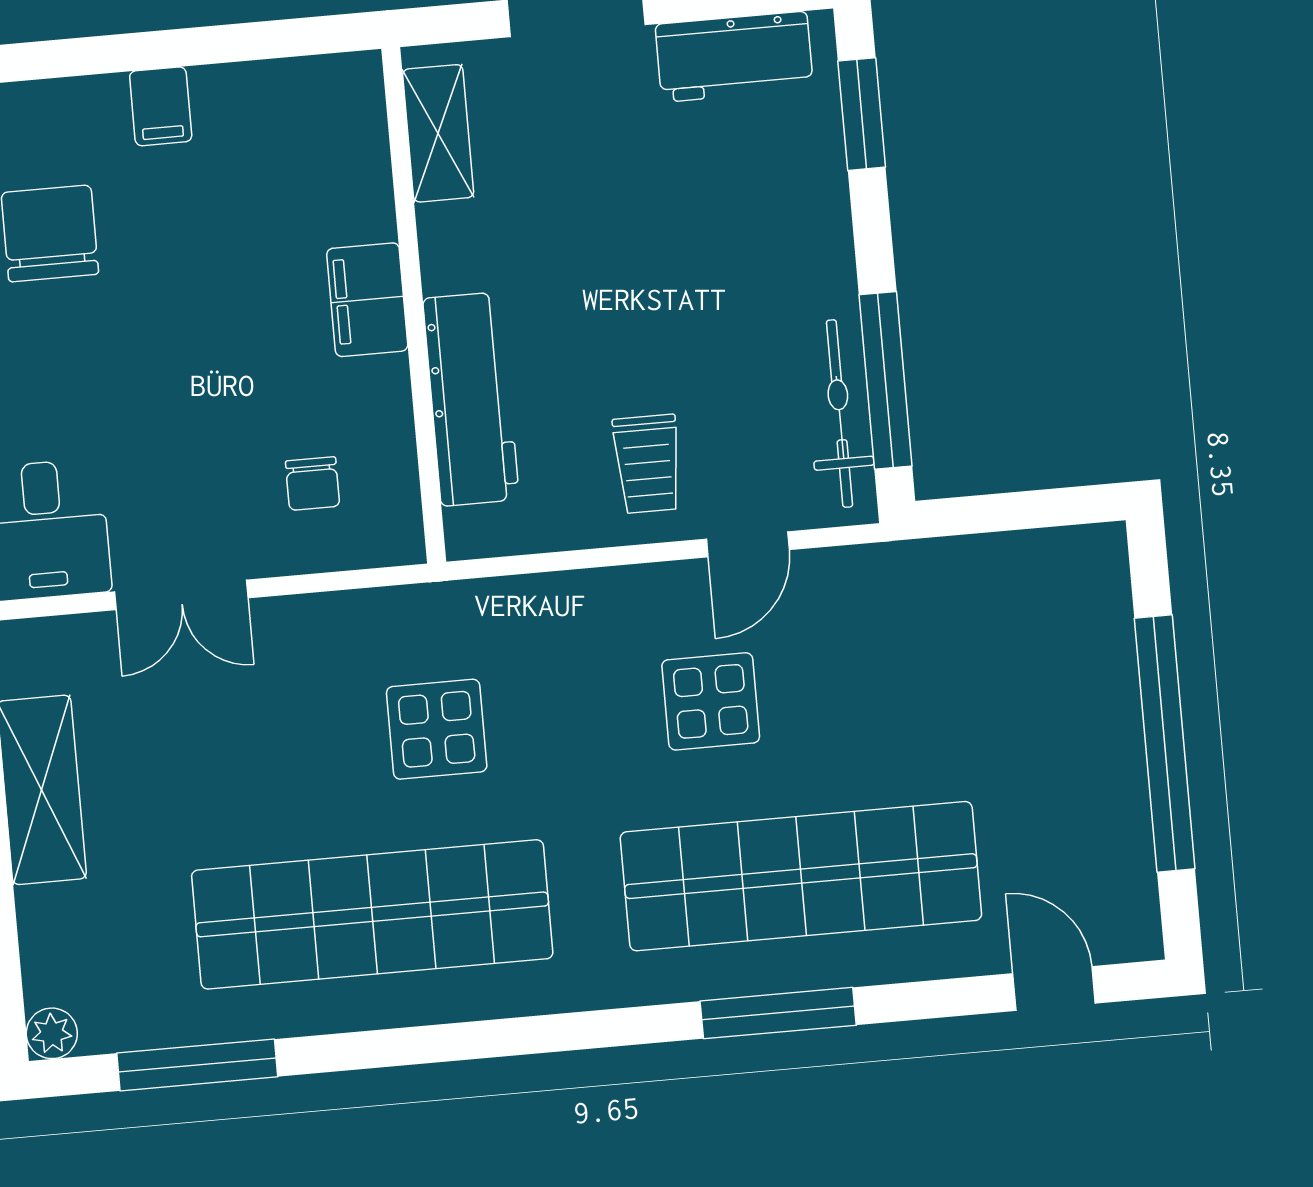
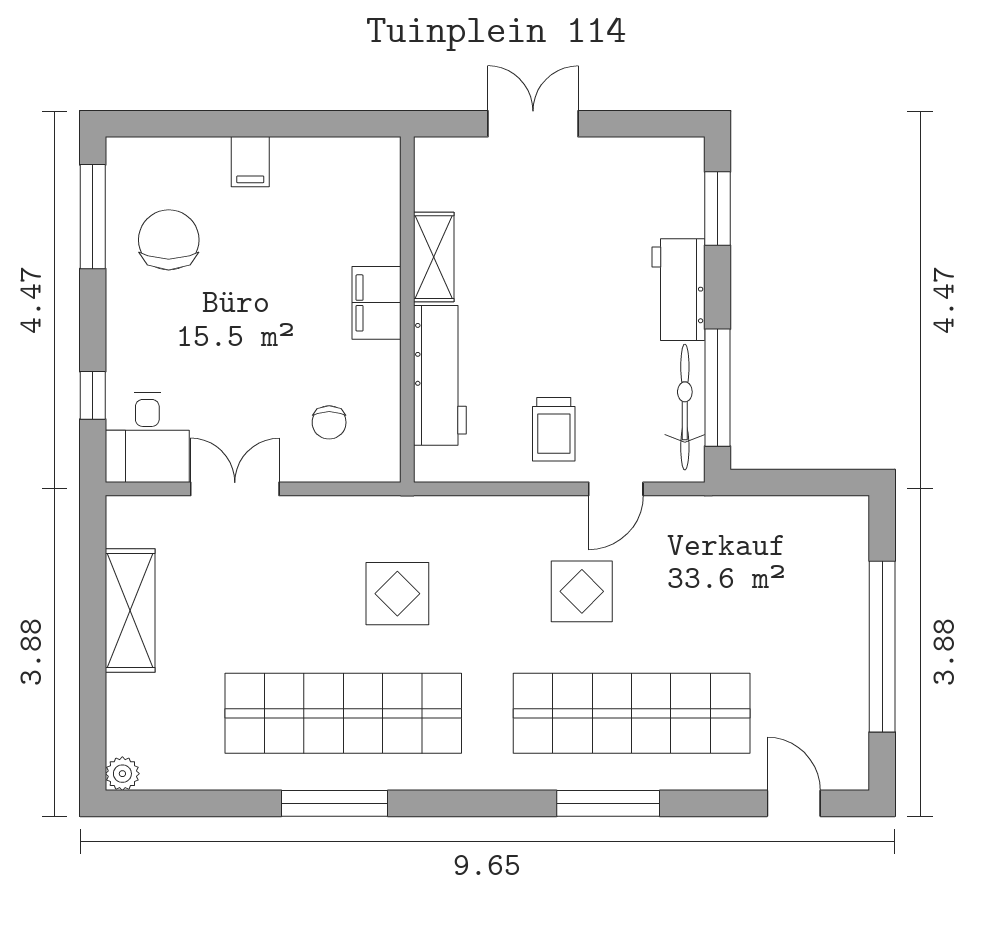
workbench: (734, 57) -> (678, 290), moved, turned 90
shelving: (438, 133) -> (434, 257), moved
double door: (181, 595) -> (235, 489), swing flipped
window: (197, 1065) -> (335, 803), moved

